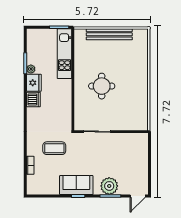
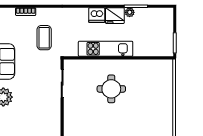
bench: (109, 34) -> (167, 97), removed
kitchen unit: (65, 54) -> (106, 49), moved

